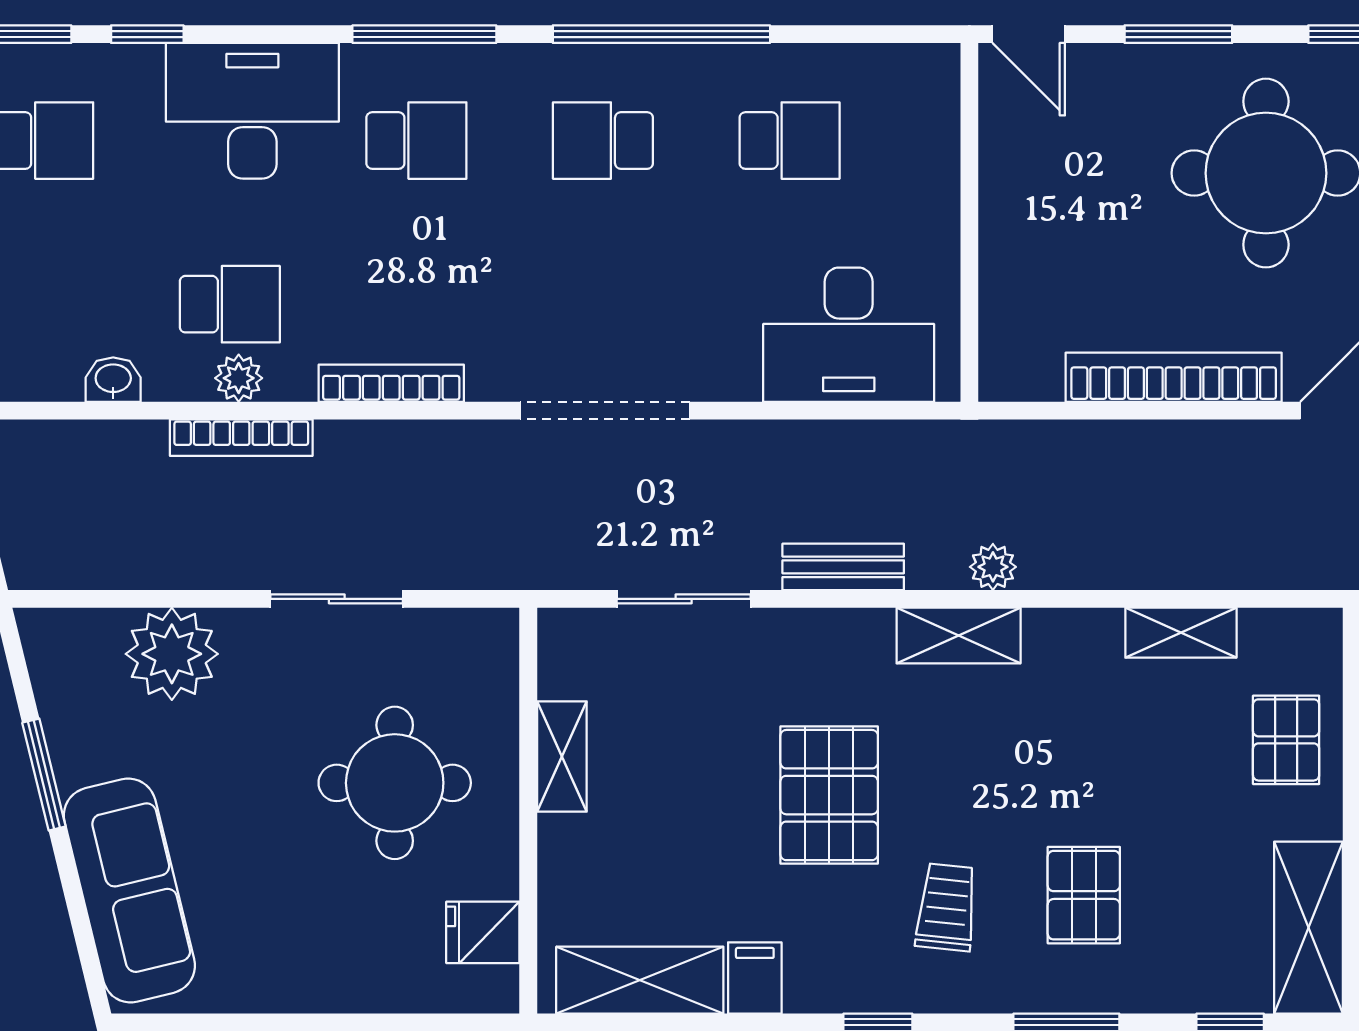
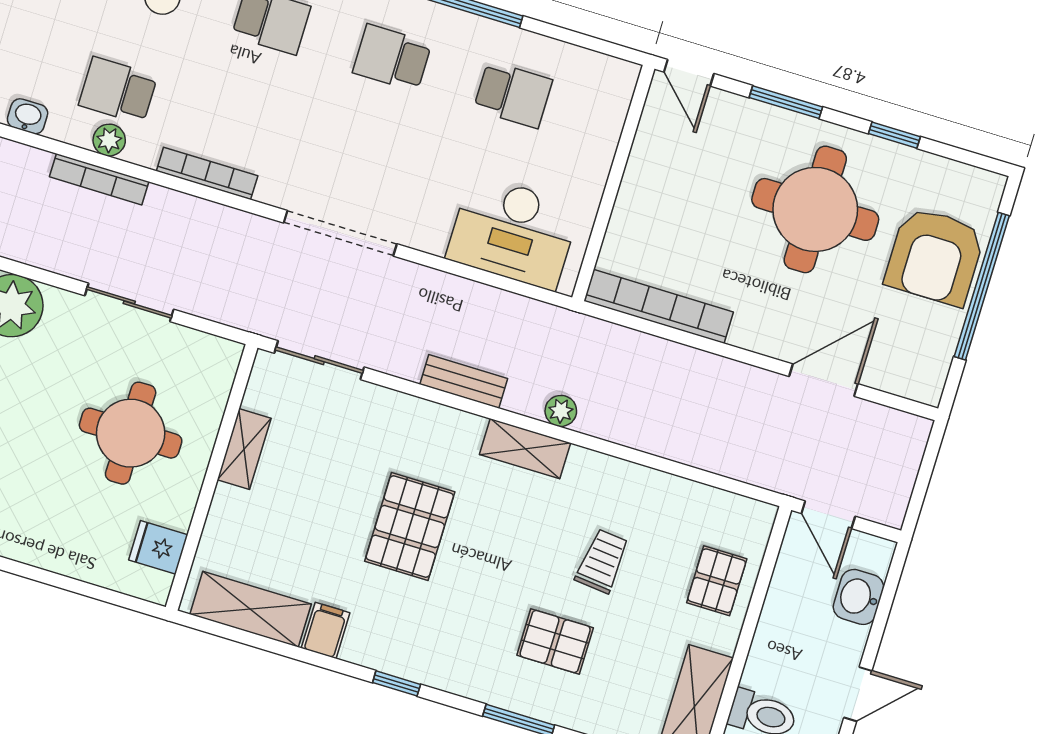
school desk: (230, 304) -> (118, 90), turned 180
bookcase: (1174, 377) -> (659, 306), moved
sliding door: (684, 599) -> (319, 360), moved
shelving: (1181, 633) -> (670, 491), removed
pallet: (1084, 895) -> (555, 642), turned 90
trolley: (947, 907) -> (602, 561), moved

